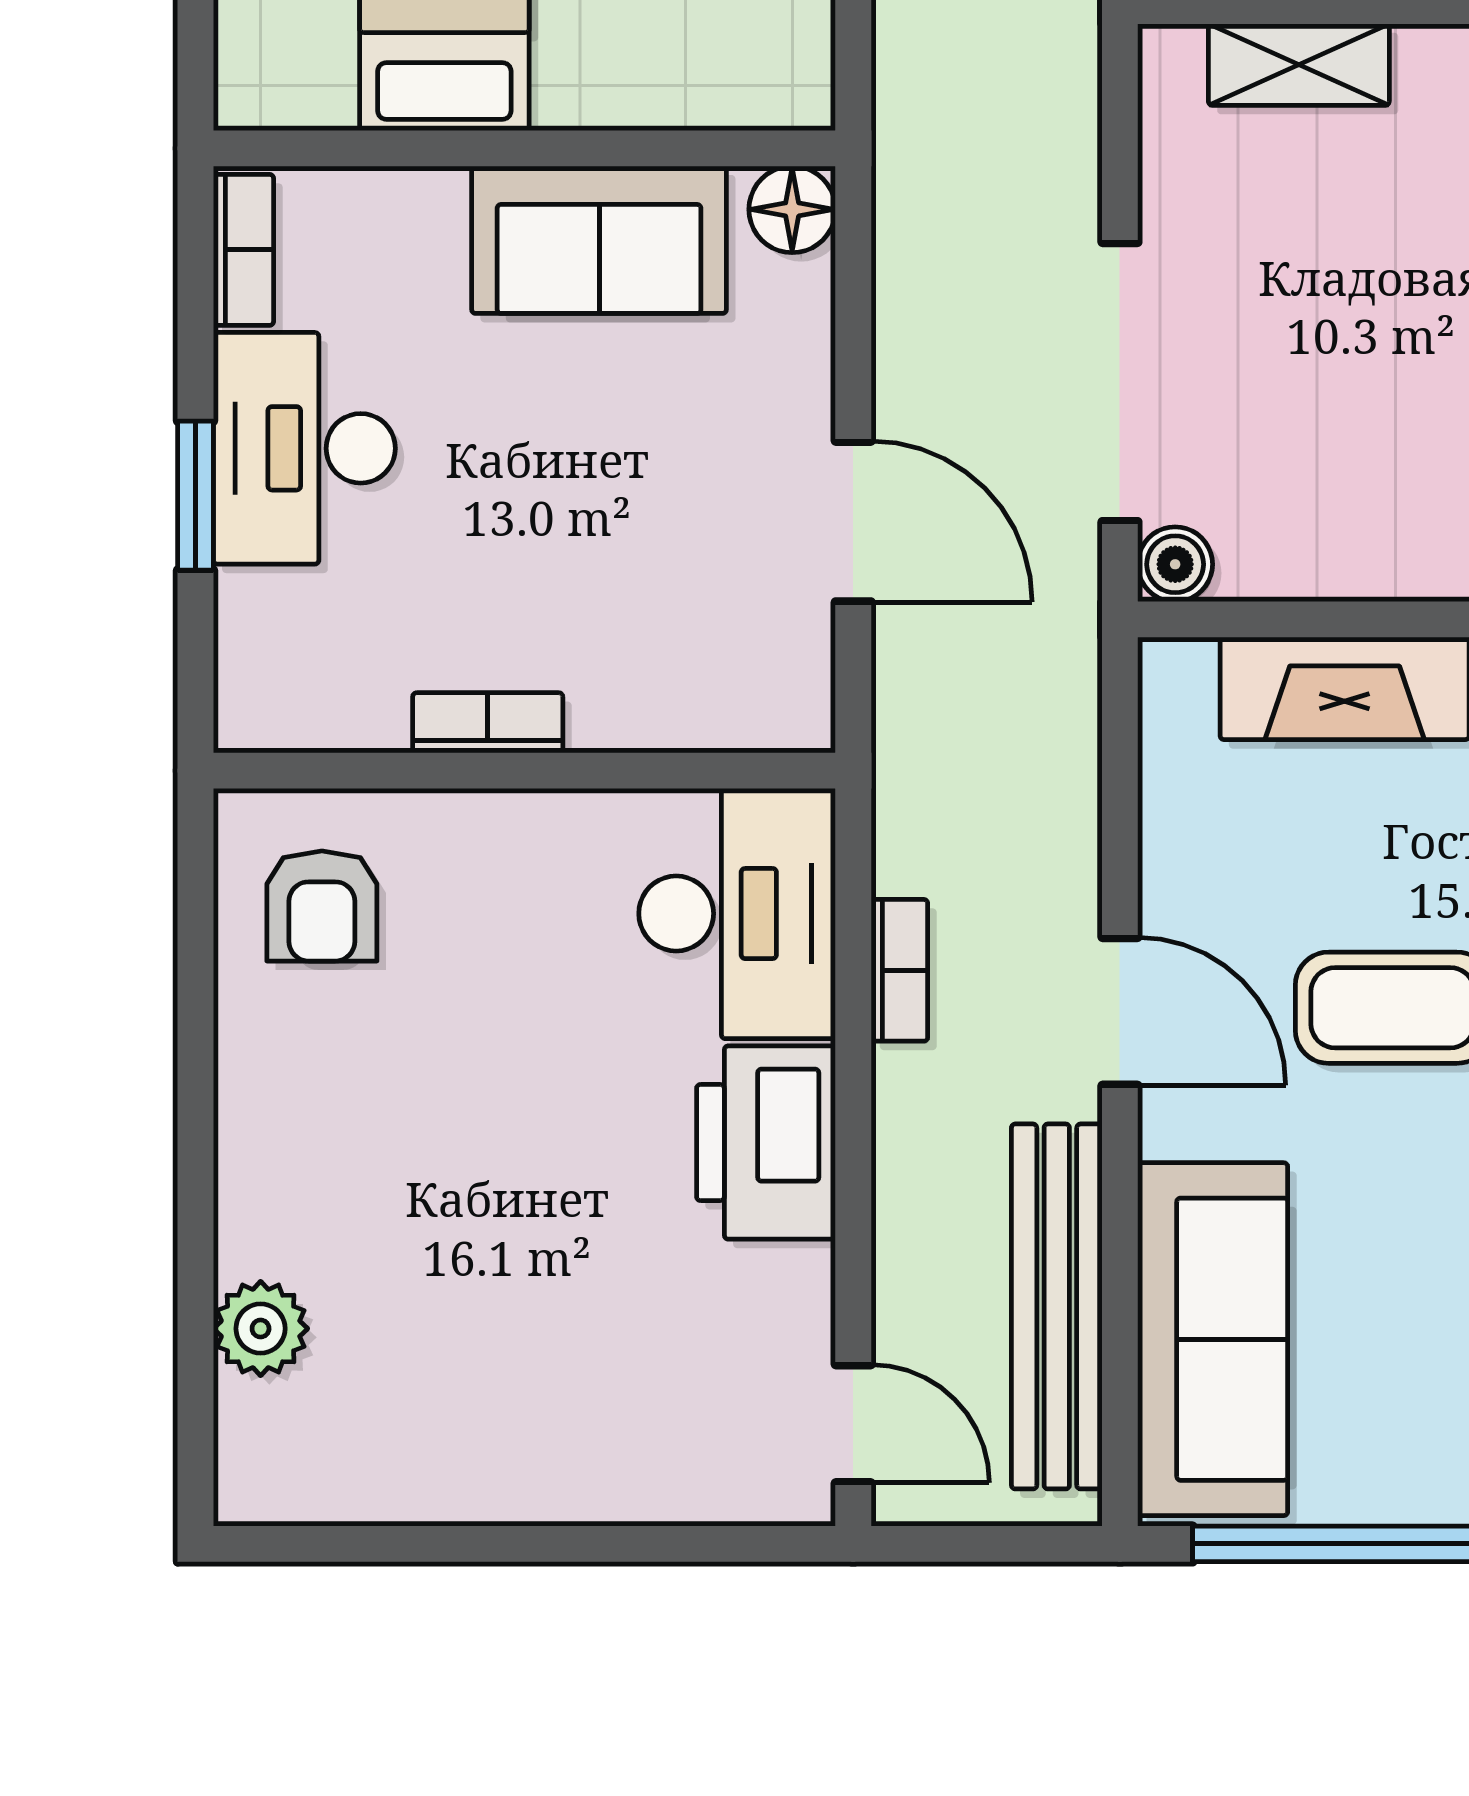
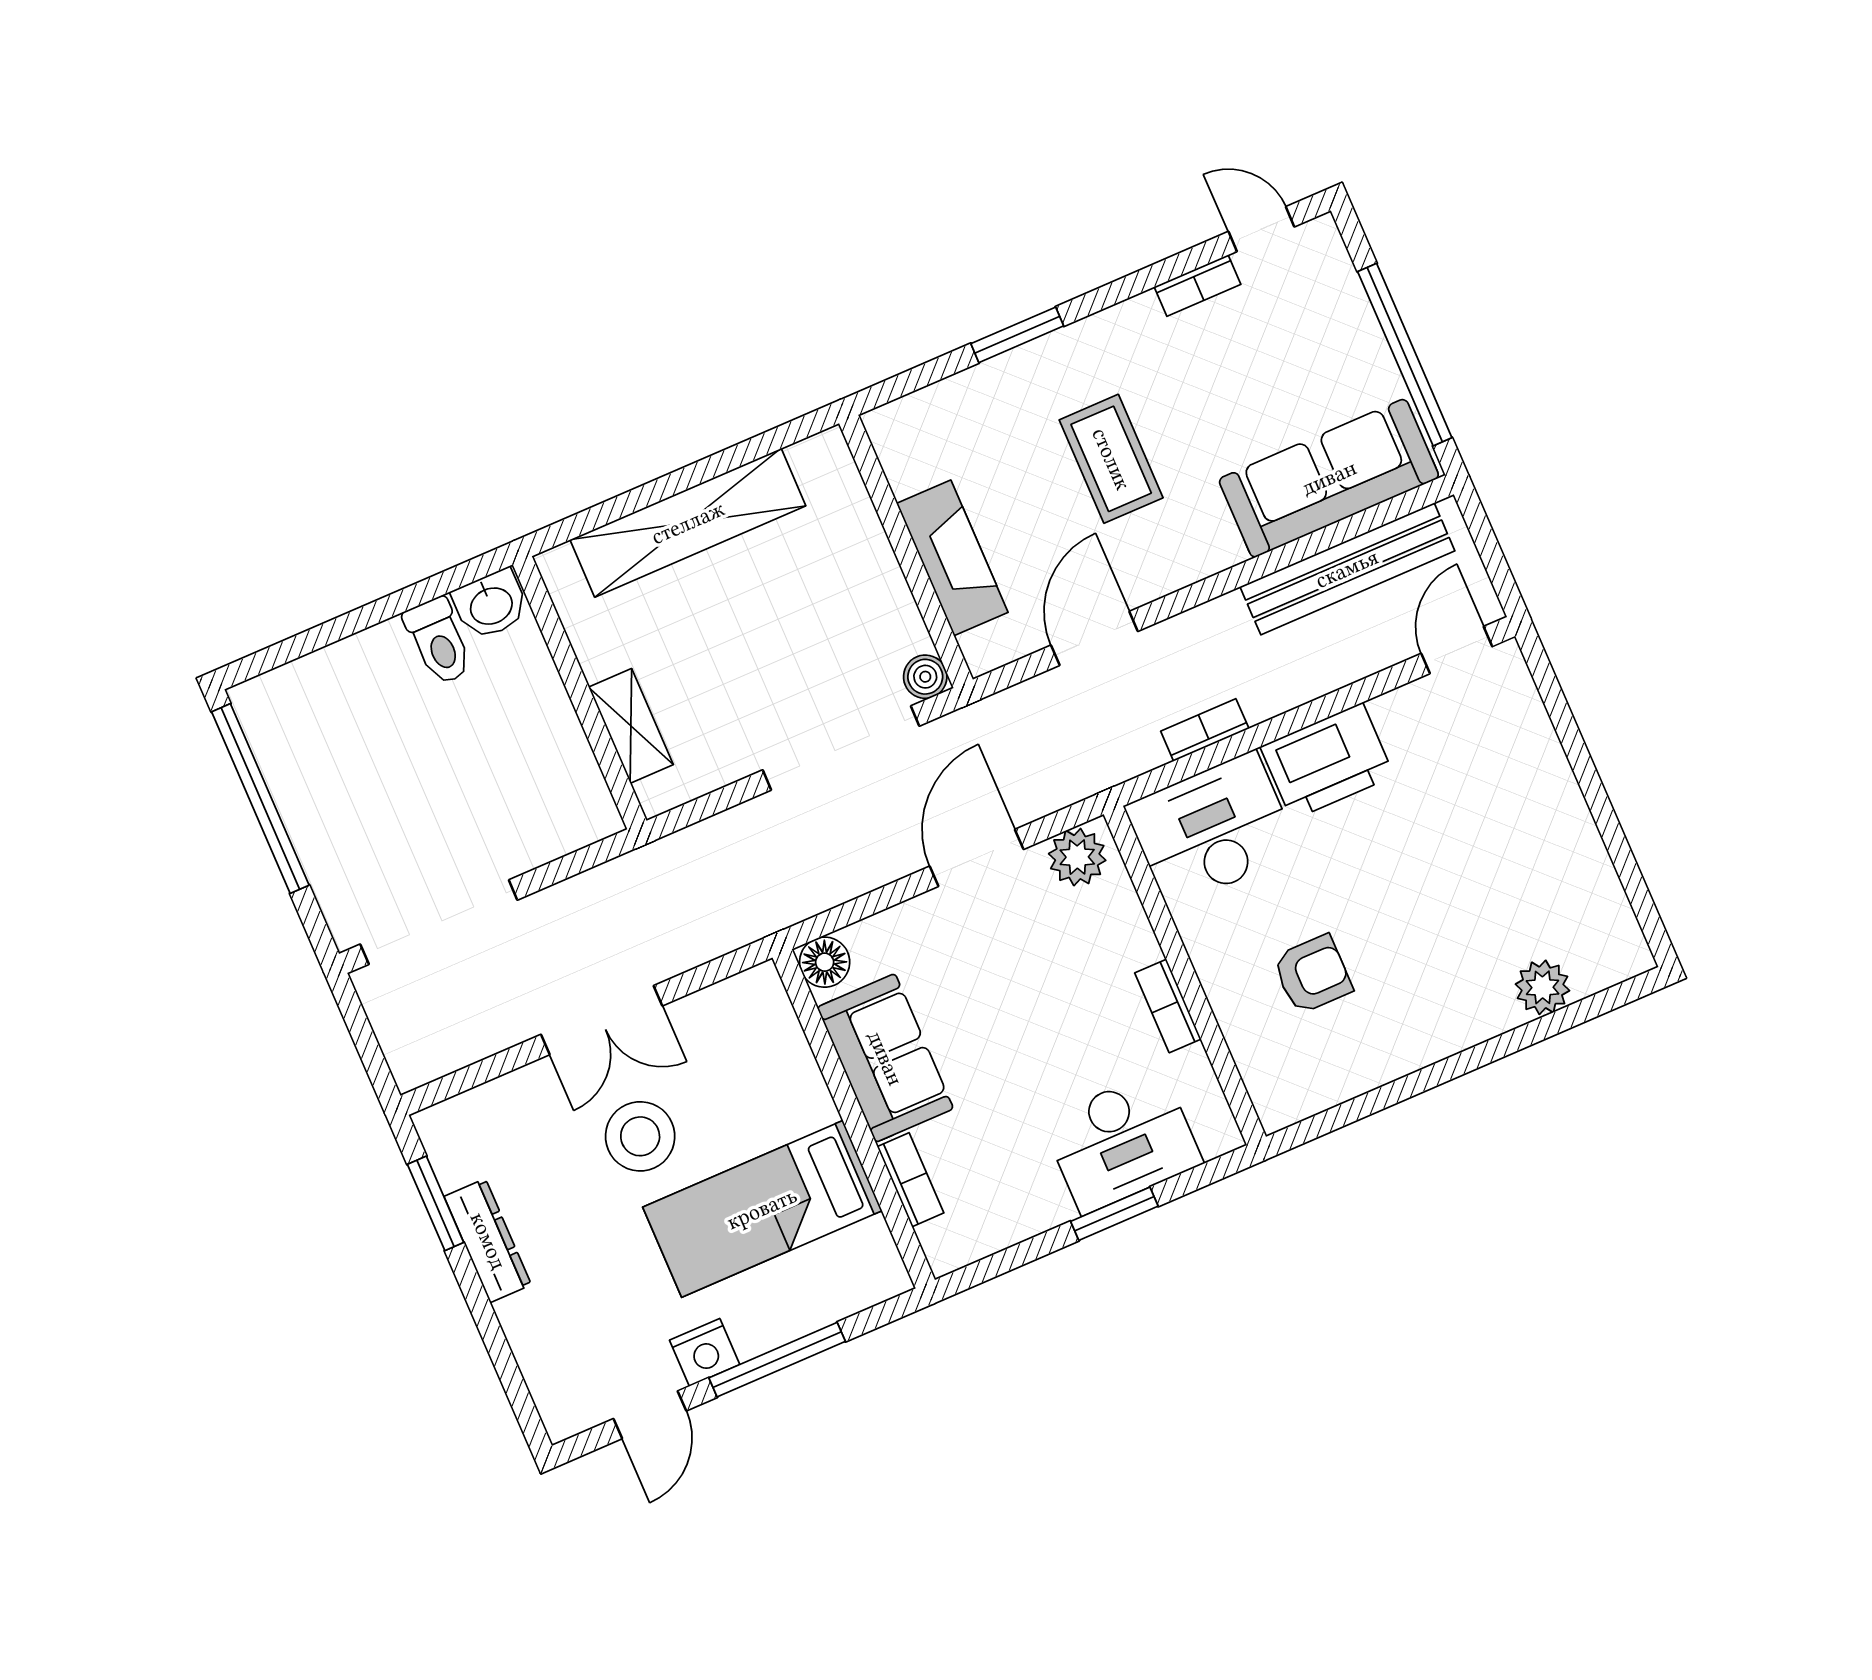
bookcase: (243, 250) -> (910, 1180), moved, turned 90
desk: (304, 448) -> (1122, 1142), moved
plant: (786, 681) -> (1077, 857), added
armchair: (322, 906) -> (1313, 974), moved
door: (1120, 1011) -> (1094, 638), moved

